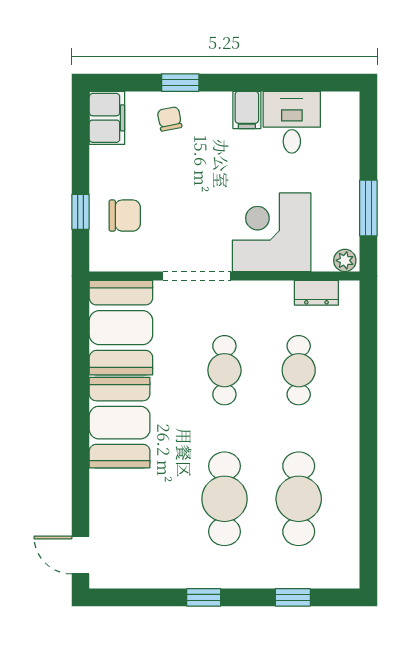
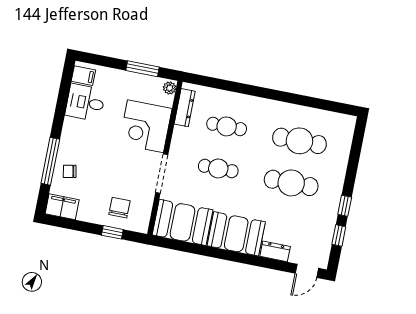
window: (180, 83) -> (50, 161), width x2.17
filing cabinet: (247, 110) -> (83, 76), moved
dresser: (316, 293) -> (185, 108), width x1.44
dresser: (103, 494) -> (275, 251), added
window: (293, 597) -> (339, 236), moved

